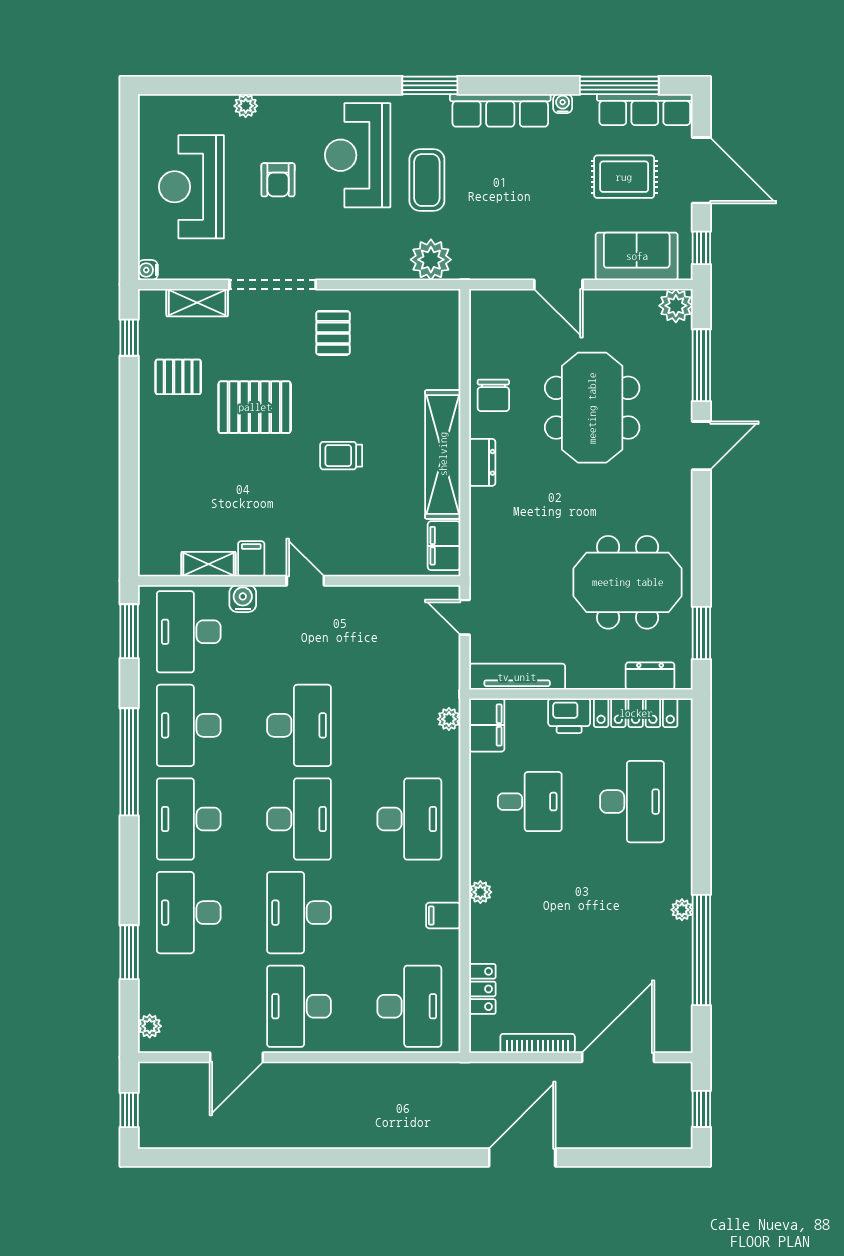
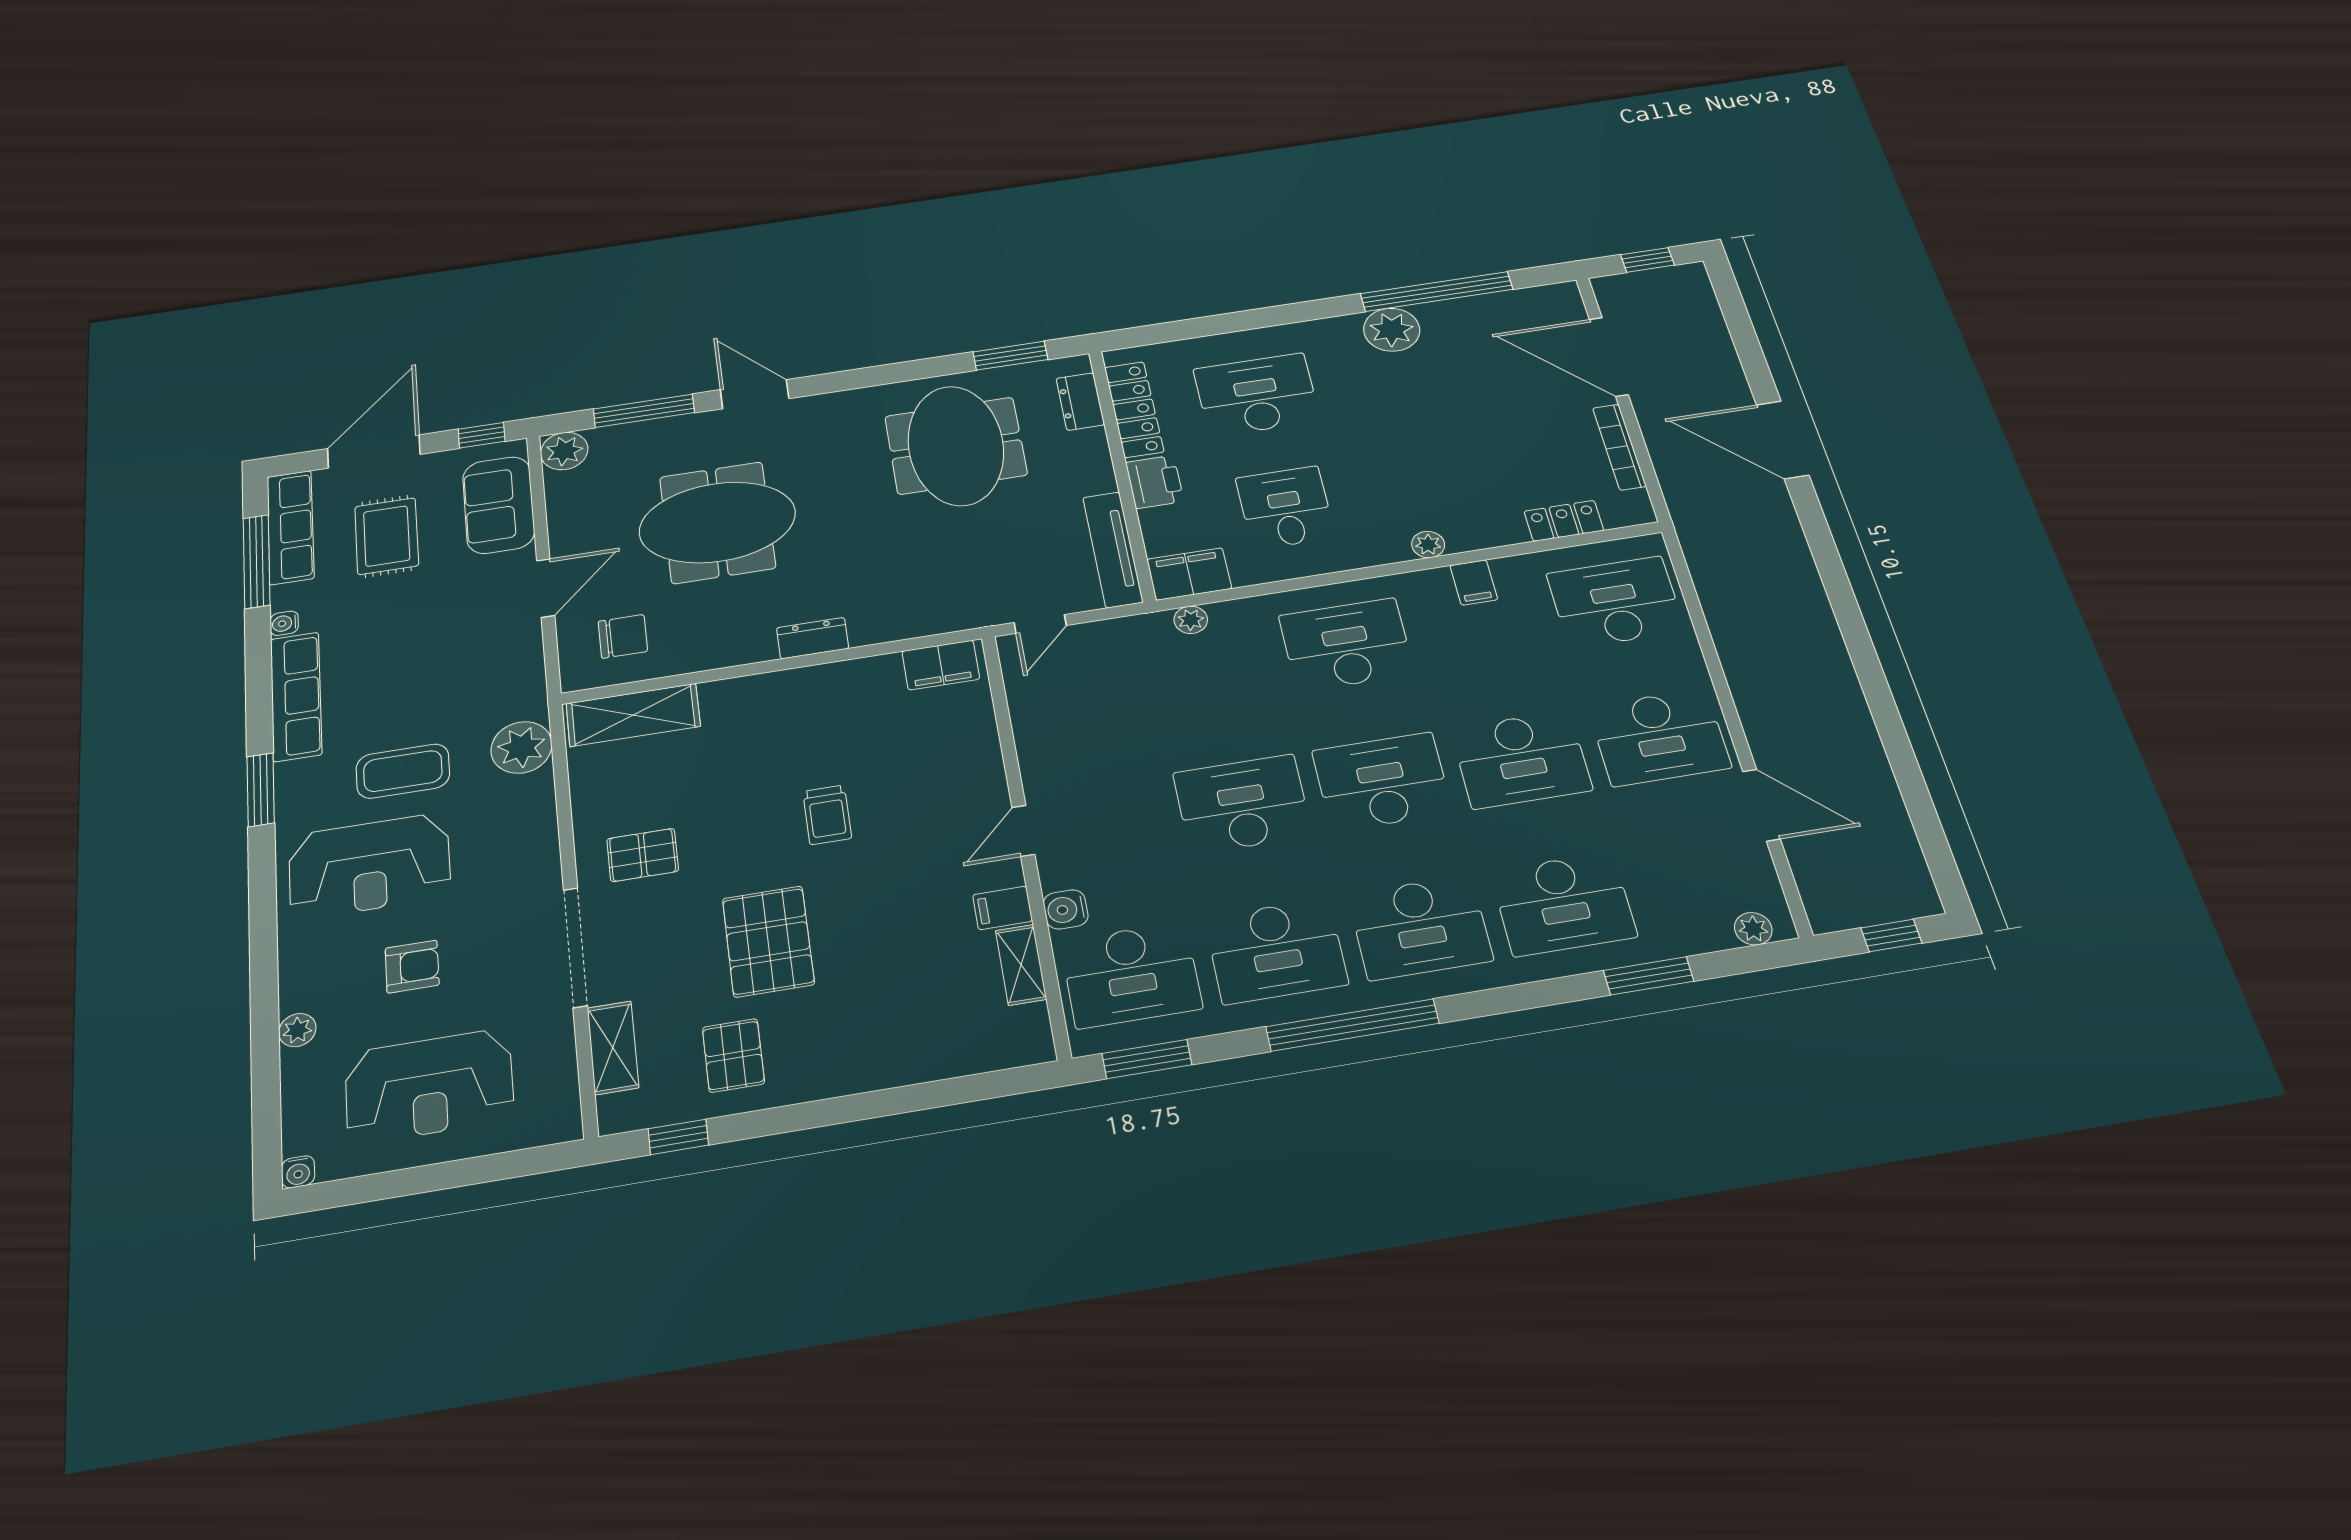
water cooler: (148, 270) -> (298, 1172), moved
chair: (493, 395) -> (623, 636), moved
shelving: (443, 454) -> (633, 715), moved, width x0.68
plant: (682, 910) -> (1392, 330), width x1.87, depth x1.87

